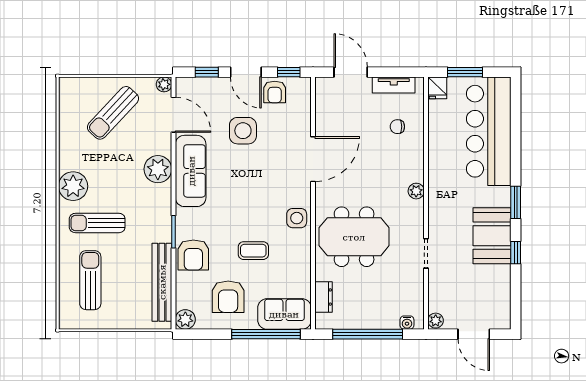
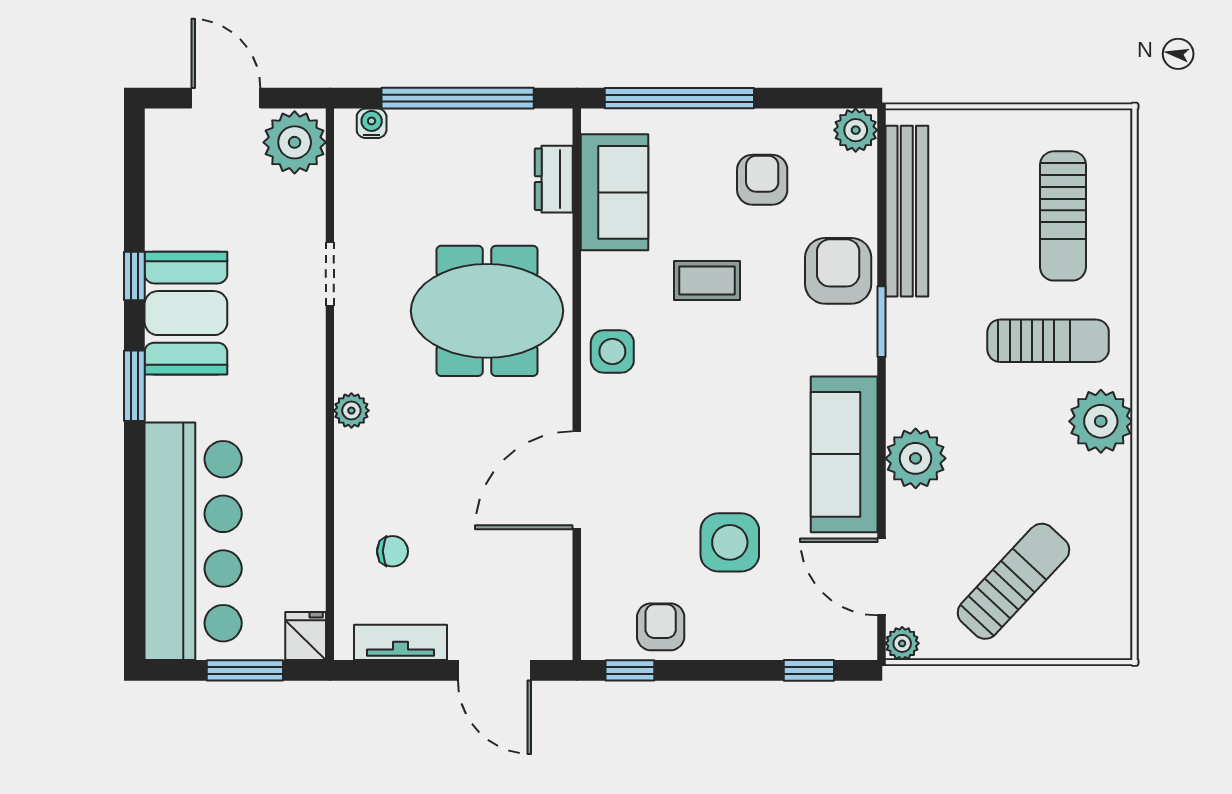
door: (246, 72) -> (723, 670), removed
armchair: (228, 297) -> (762, 180), width x0.72, depth x0.72
sofa: (284, 314) -> (615, 192), moved, turned -90
plant: (436, 321) -> (295, 142), width x1.87, depth x1.87

